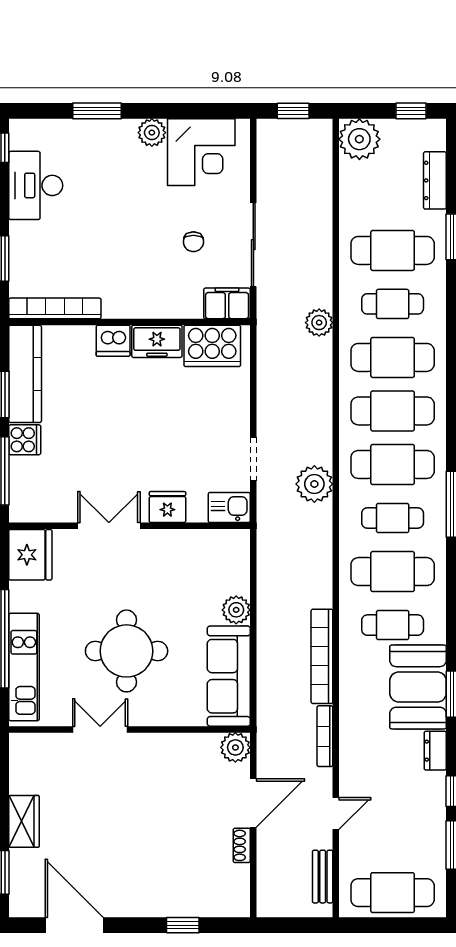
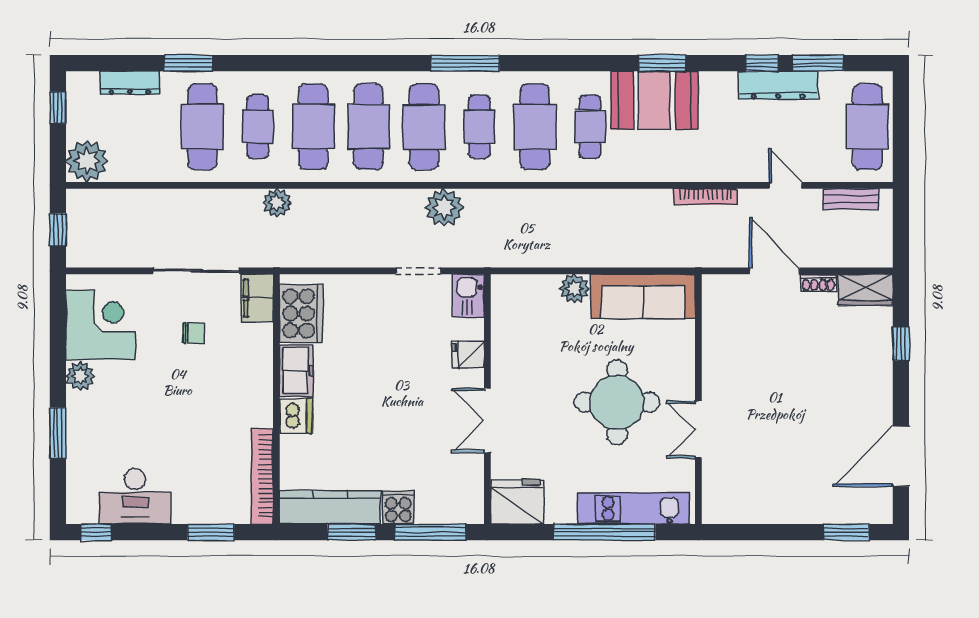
fridge: (167, 507) -> (468, 355), width x0.72
bookcase: (322, 656) -> (623, 200), removed
plant: (235, 747) -> (717, 289), removed
dresser: (435, 751) -> (778, 85), moved, width x1.96, depth x1.24
wardrobe: (24, 821) -> (866, 290), moved, turned 180

